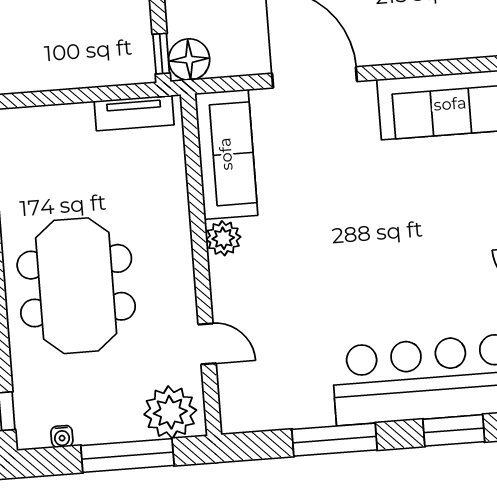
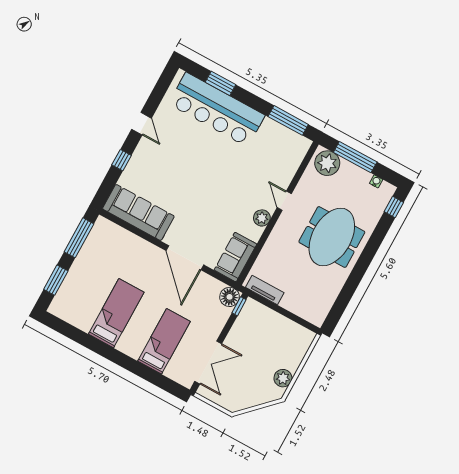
sofa: (226, 154) -> (235, 257), width x0.73
door: (207, 344) -> (284, 201), moved
window: (334, 440) -> (288, 120), moved

